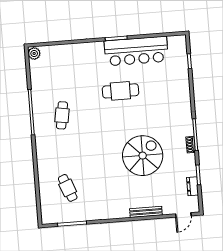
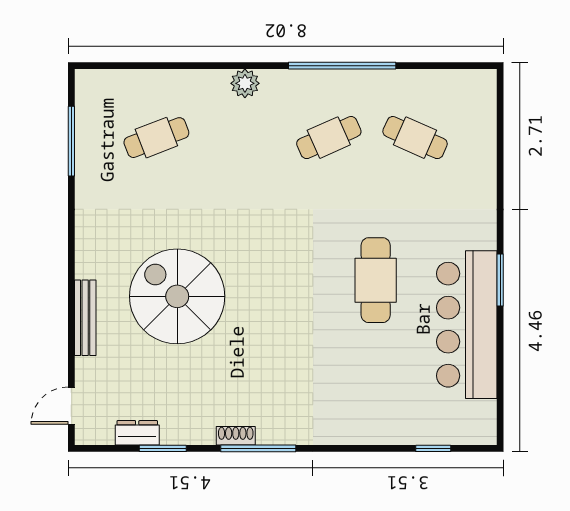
plant: (34, 53) -> (245, 83), moved
cafe table: (59, 79) -> (415, 138), added
cafe table: (62, 115) -> (329, 138), turned -33
spiral stairs: (143, 156) -> (177, 296), moved, turned 180
door: (183, 215) -> (71, 406), hinge flipped

